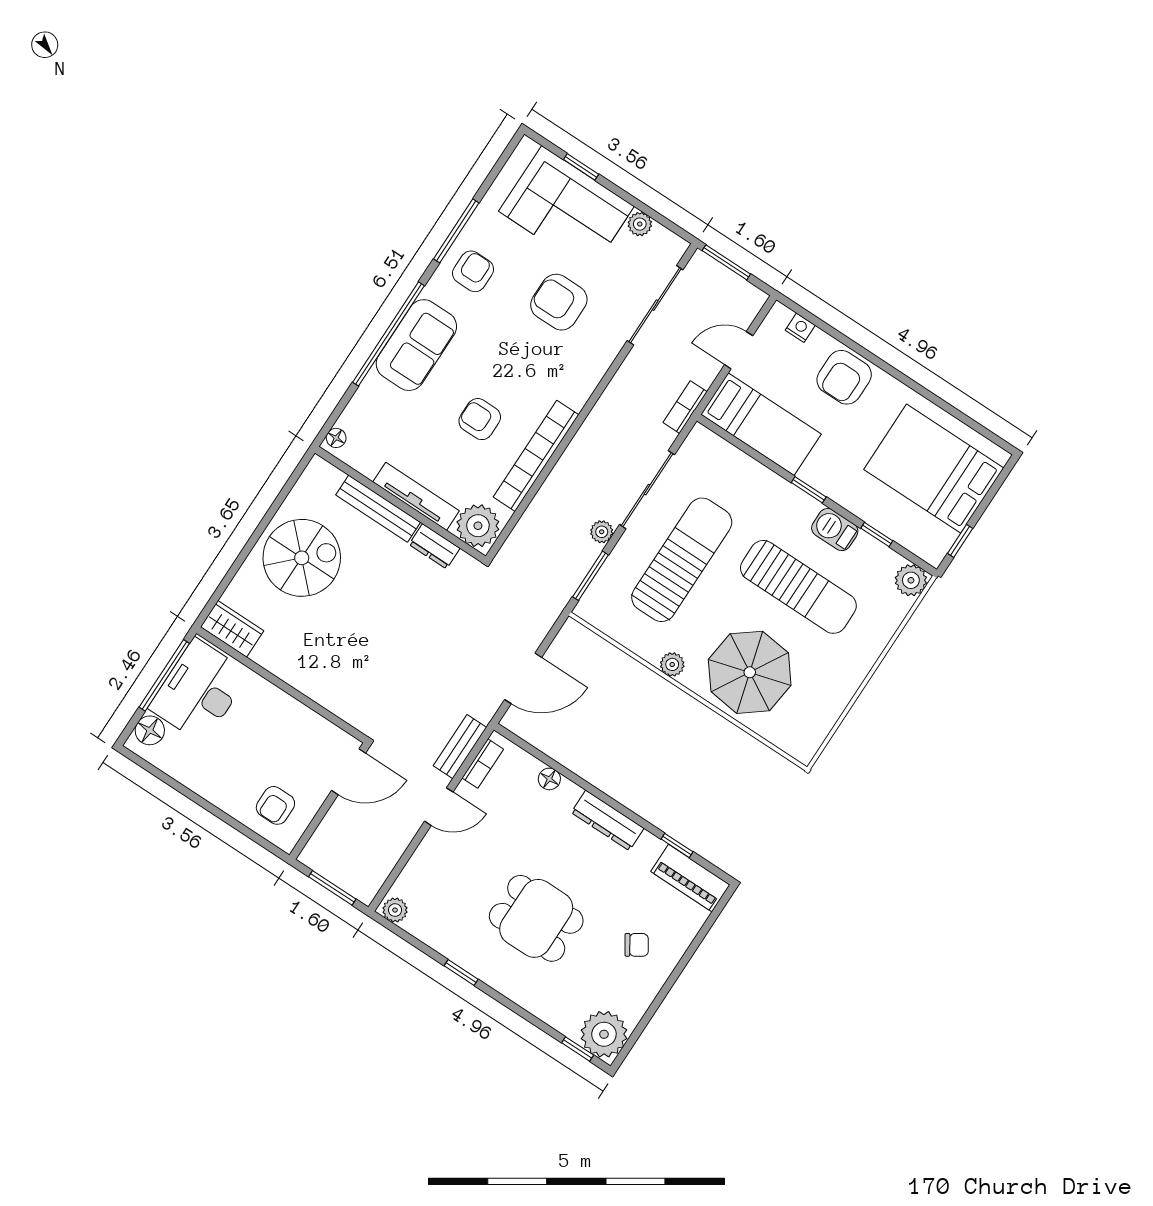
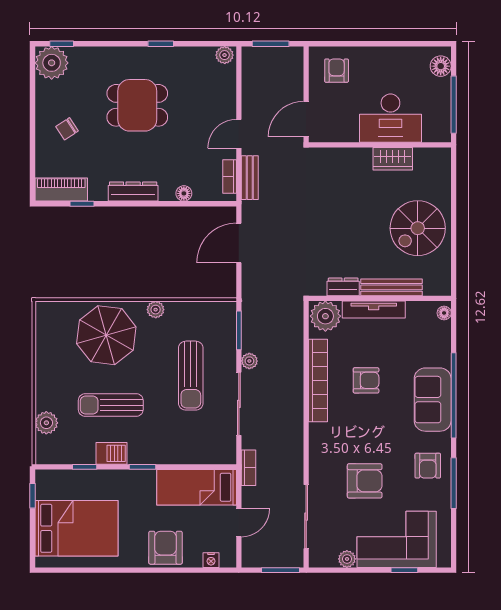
sun lounger: (682, 560) -> (191, 376), width x0.73, depth x0.75
plant: (911, 580) -> (46, 423), moved
sun lounger: (798, 587) -> (111, 405), width x0.73, depth x0.75
wardrobe: (232, 629) -> (393, 159), moved
desk: (199, 691) -> (390, 118), moved, turned 90

